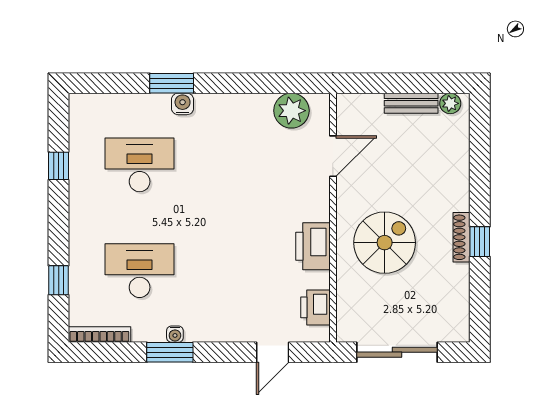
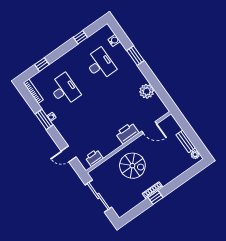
water cooler: (183, 104) -> (114, 40), moved
plant: (291, 111) -> (147, 91), moved
printer: (313, 246) -> (127, 133), moved

